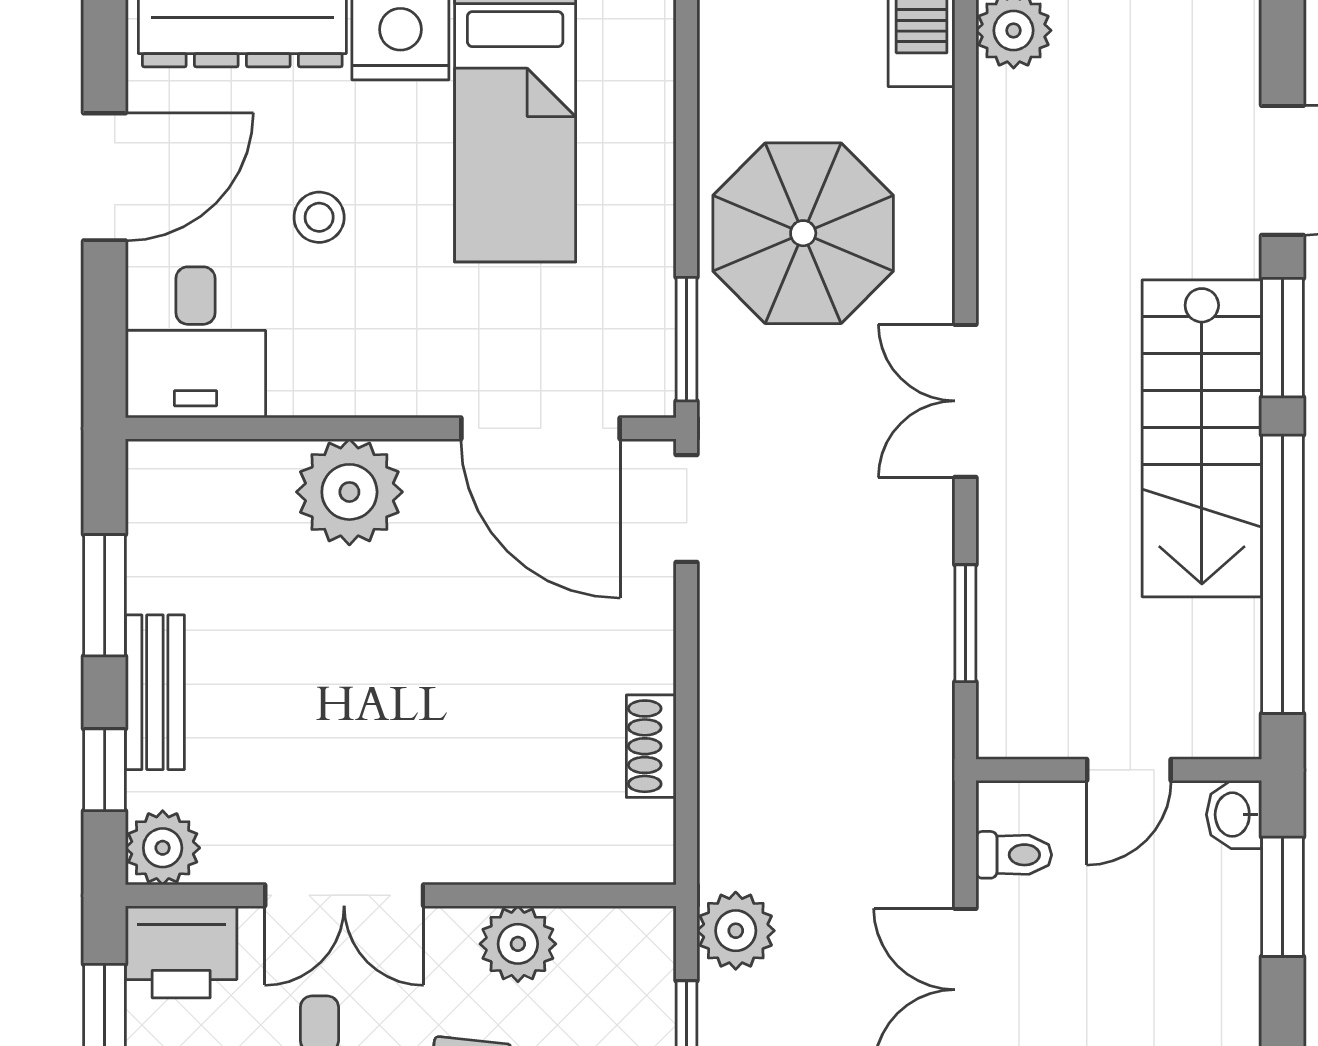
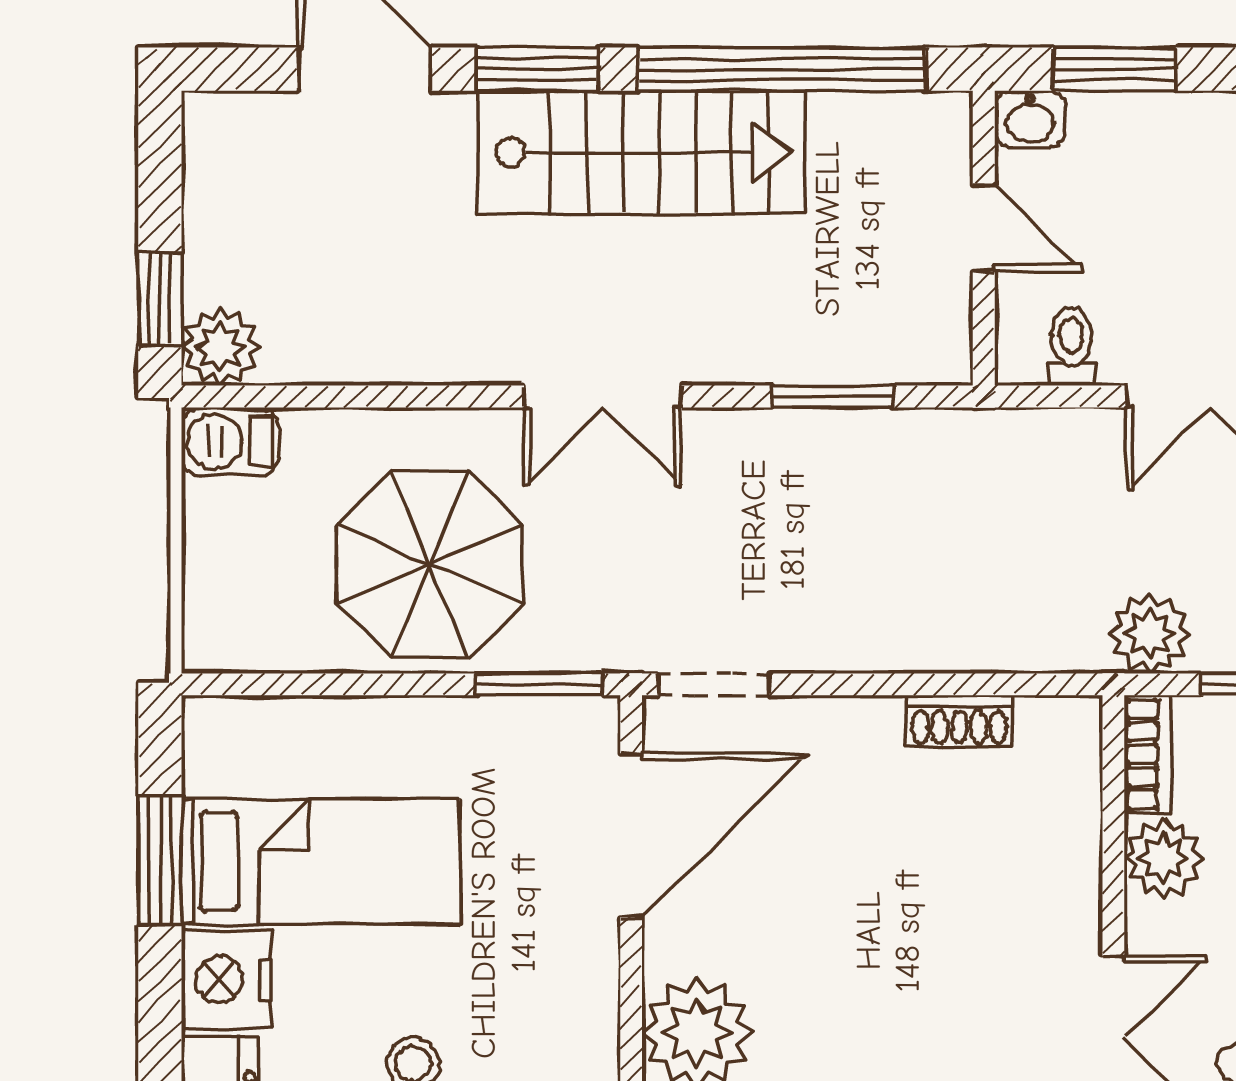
bookcase: (619, 929) -> (1148, 754), added

